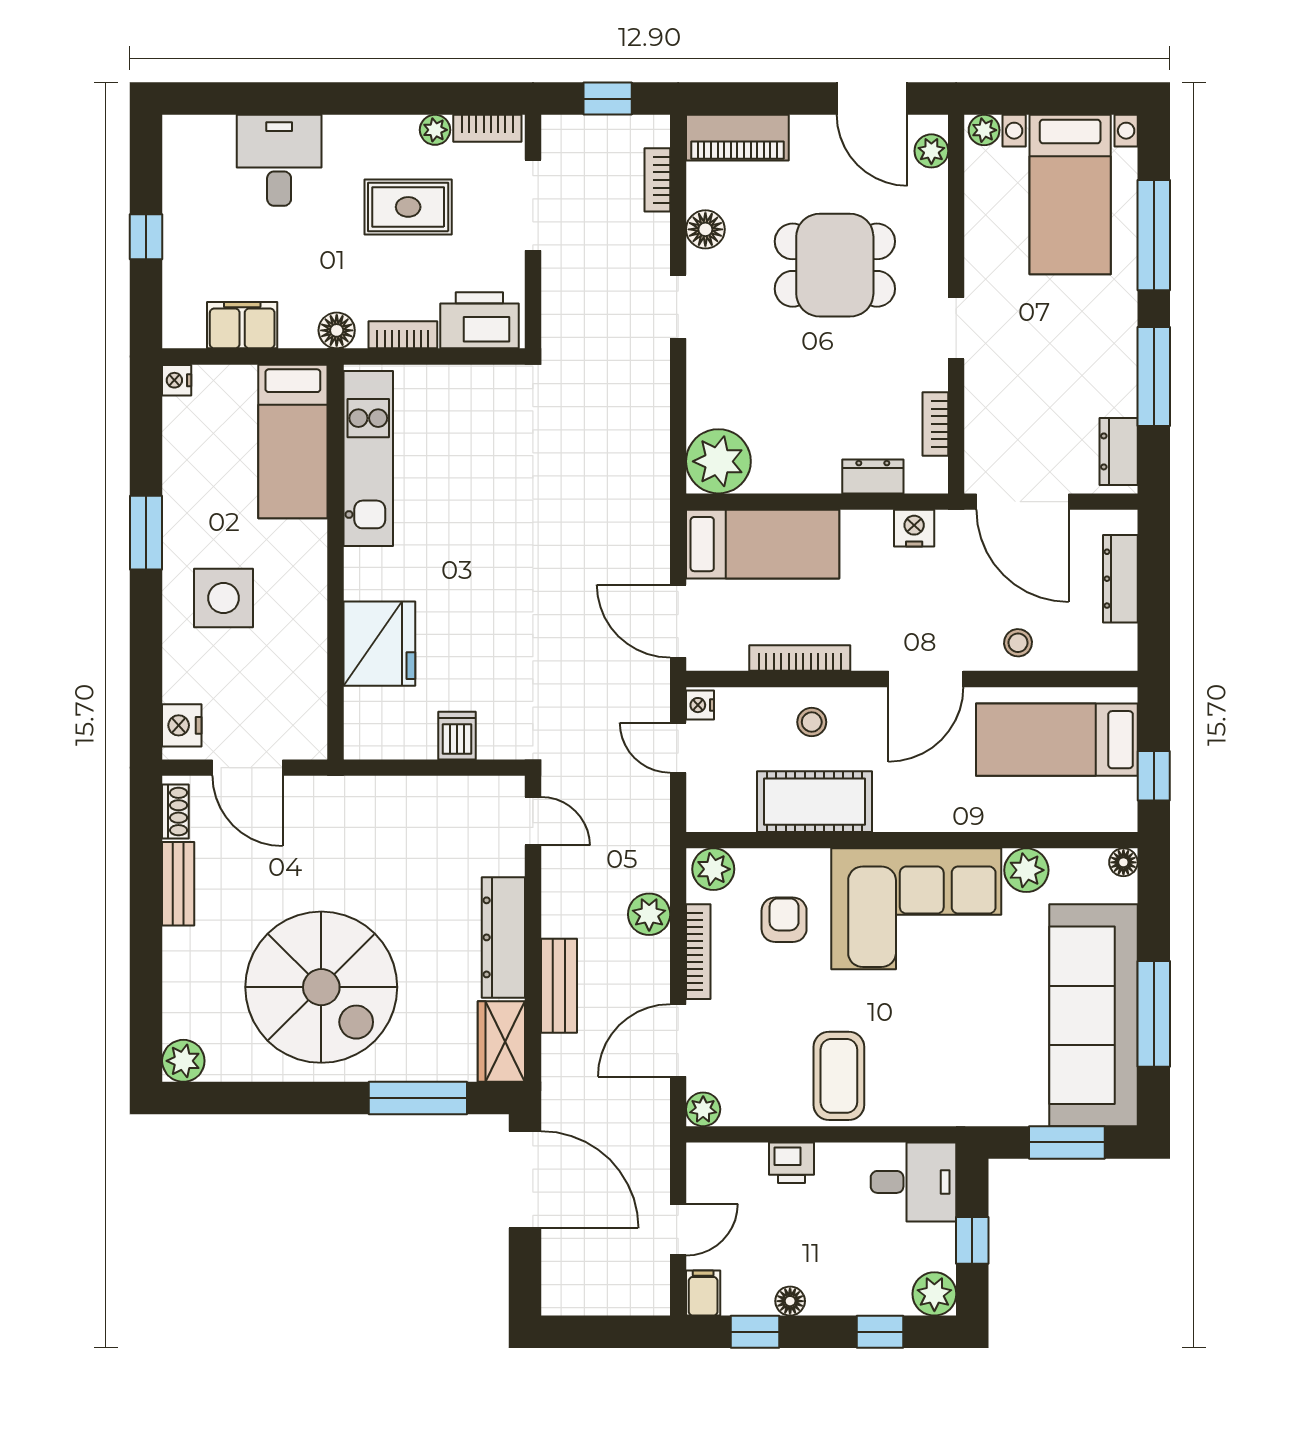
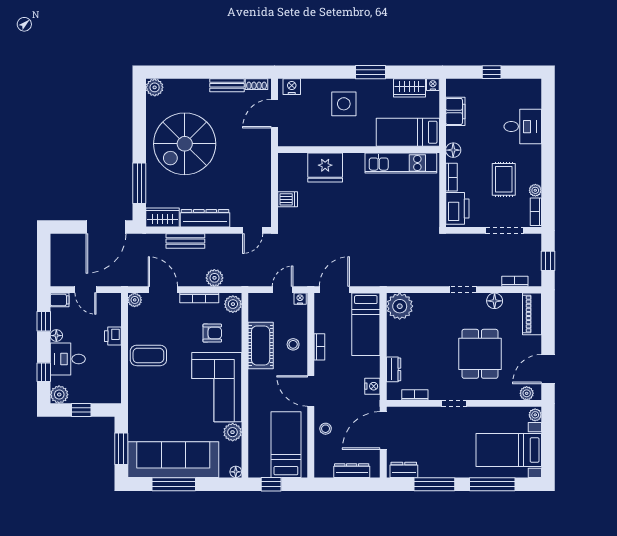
wardrobe: (185, 437) -> (409, 88), added
bookcase: (800, 658) -> (319, 347), width x0.64
desk: (914, 1182) -> (68, 359), moved, turned 90

